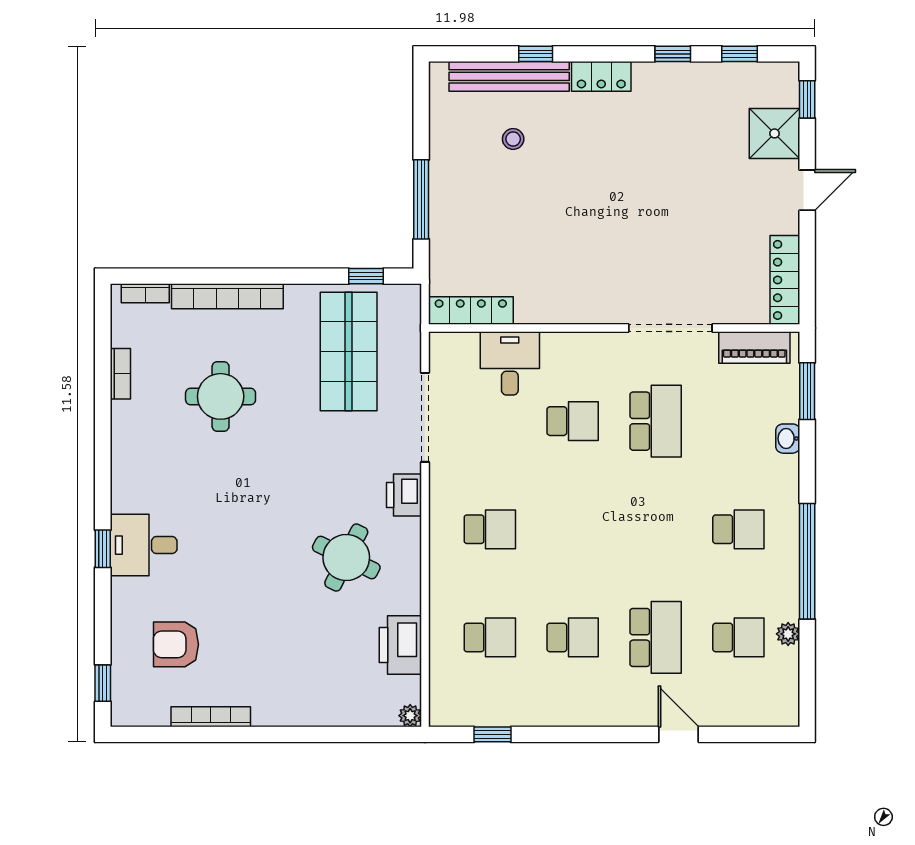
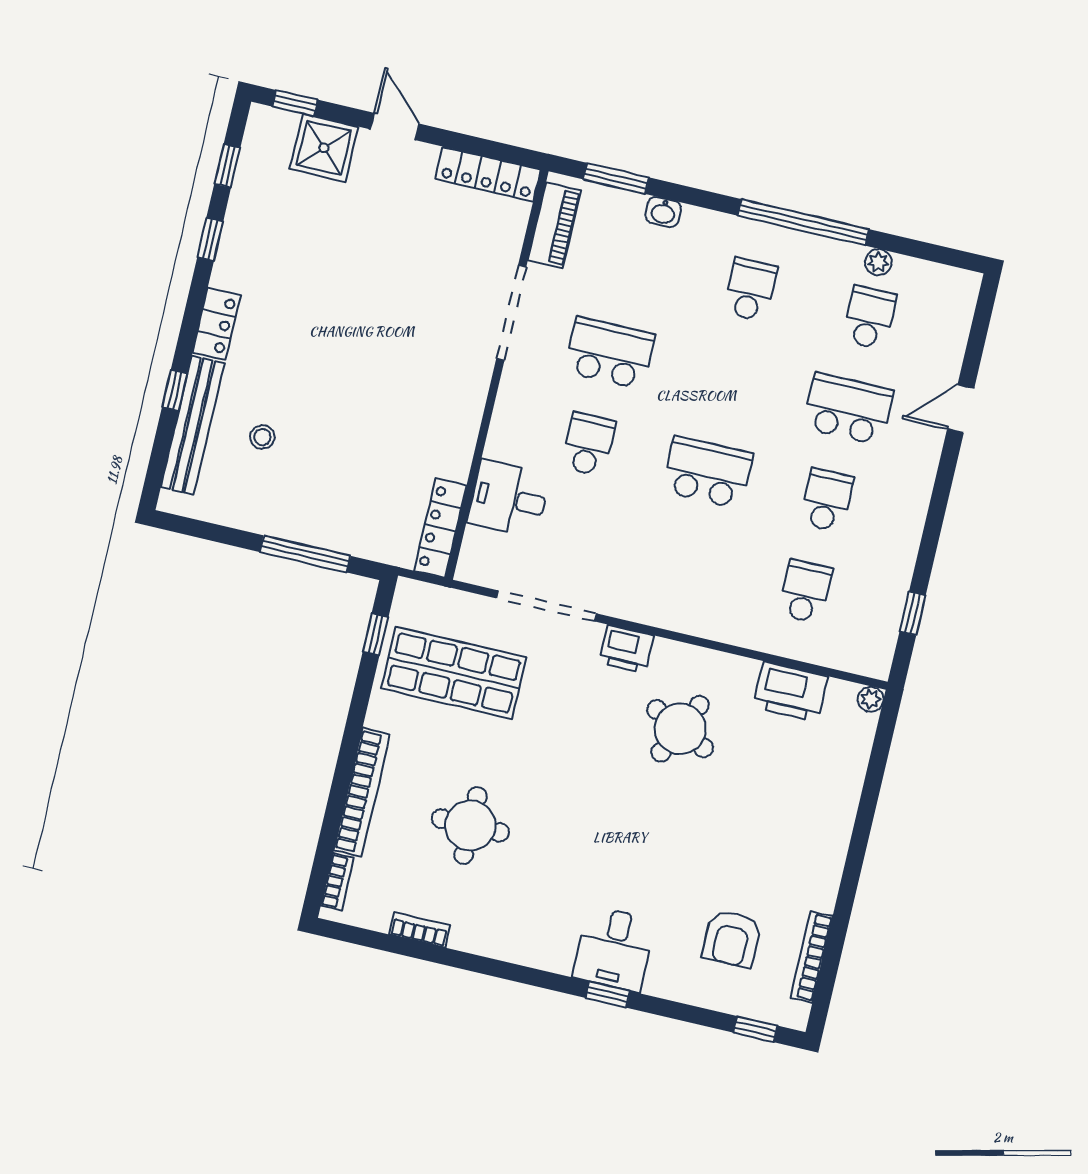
school desk: (490, 529) -> (707, 472), moved, width x1.85
bookcase: (211, 717) -> (812, 957), moved

